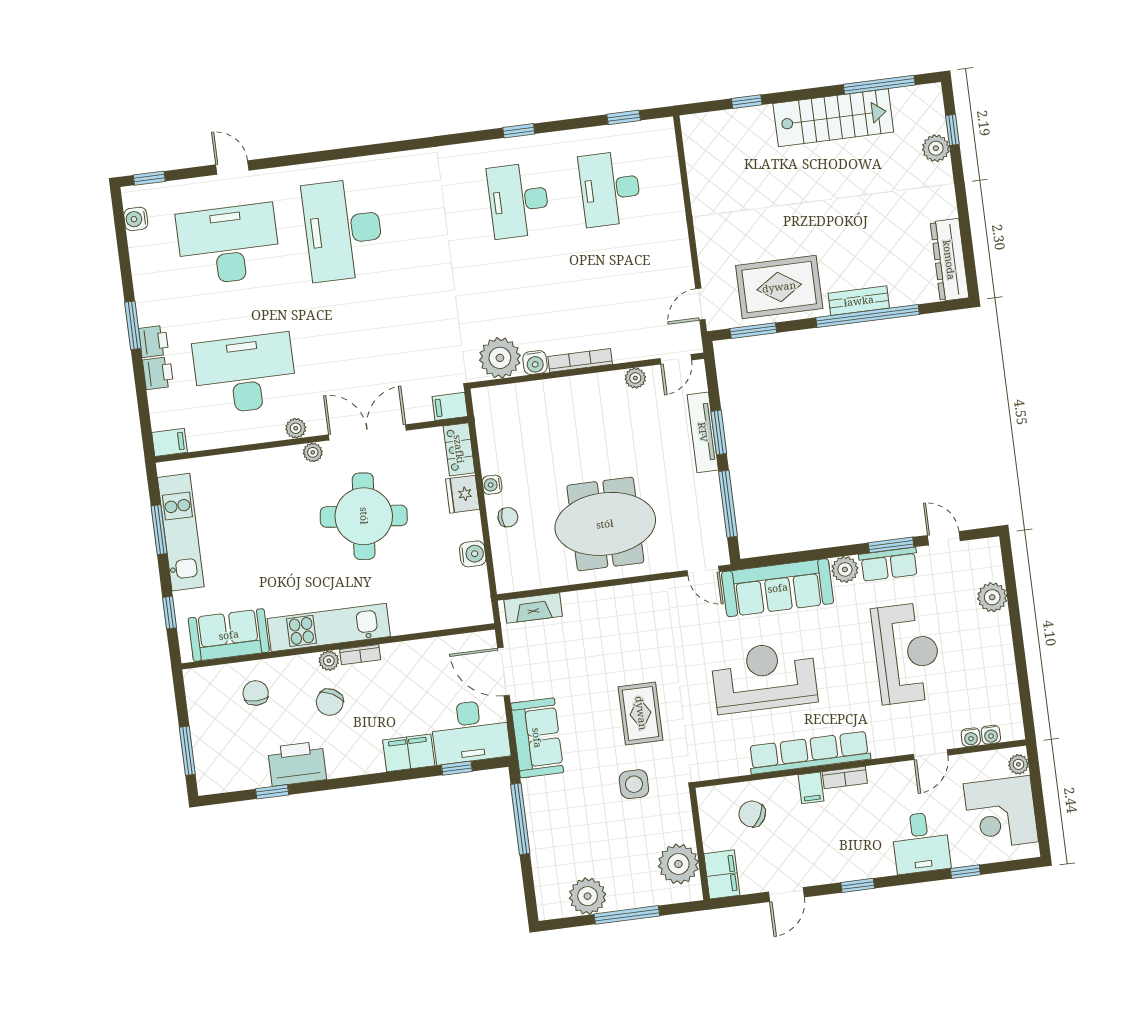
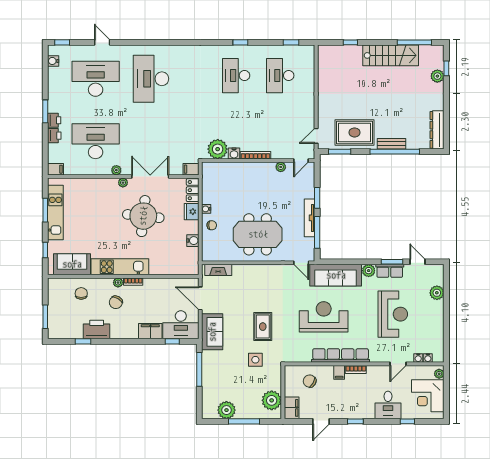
tv unit: (703, 432) -> (309, 218), moved

